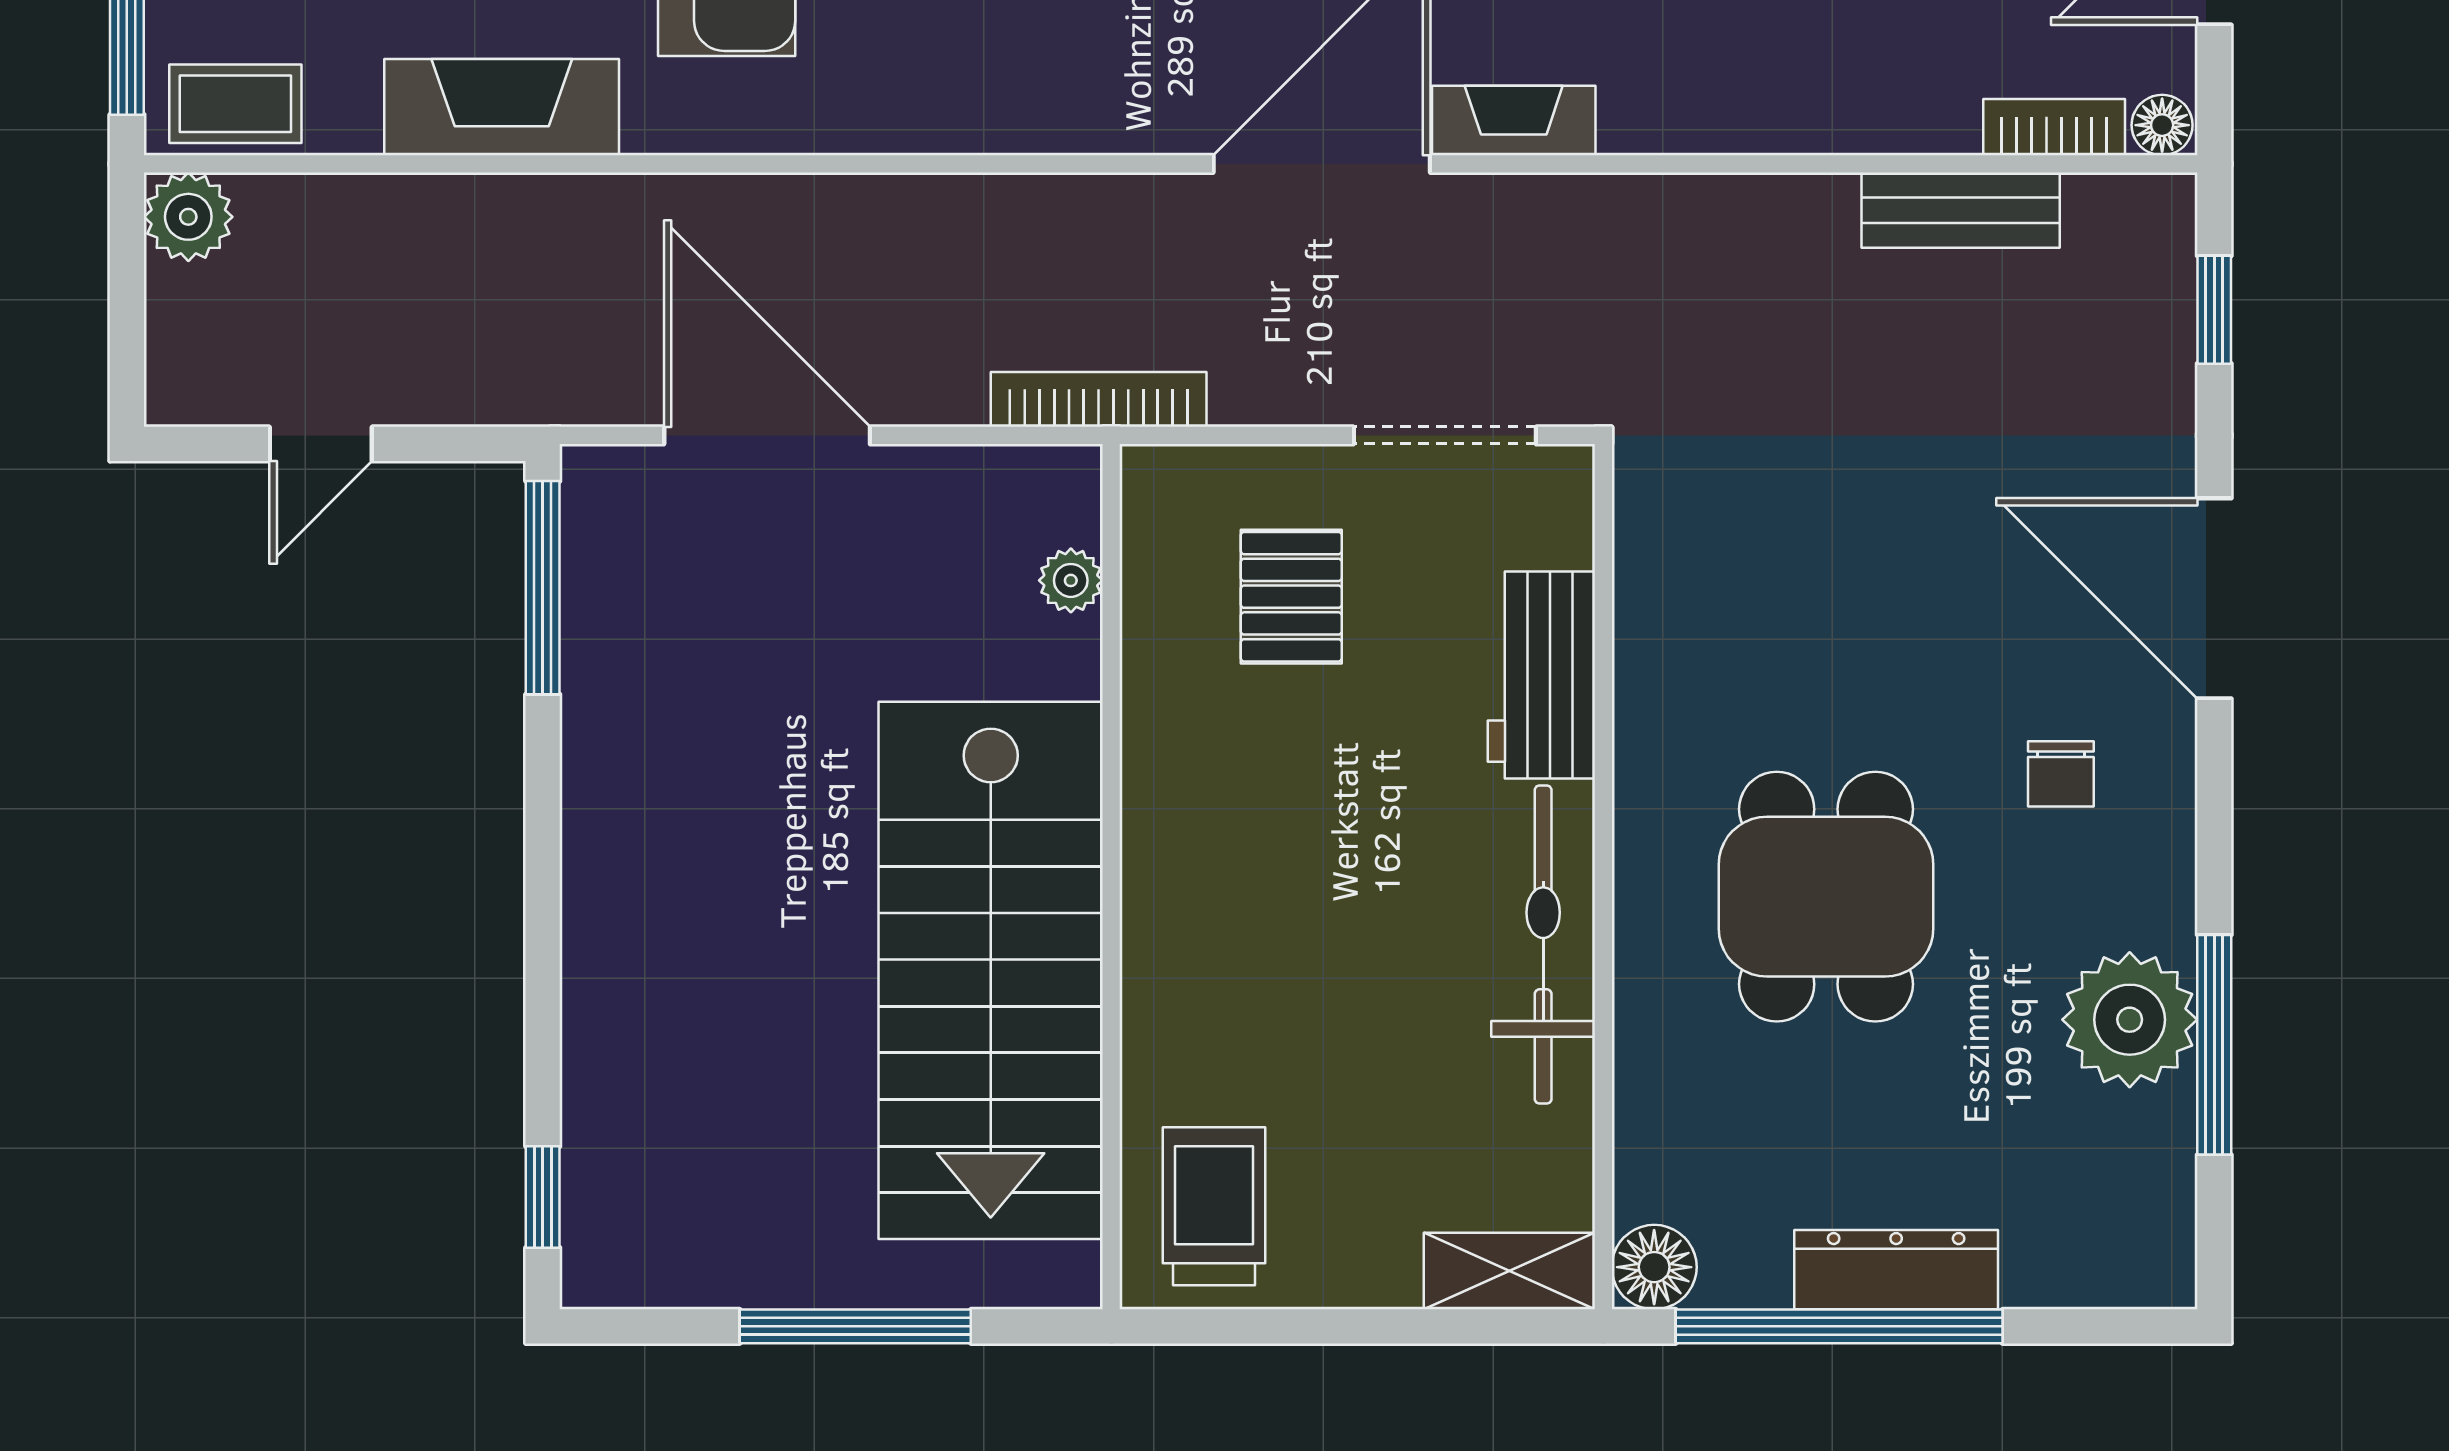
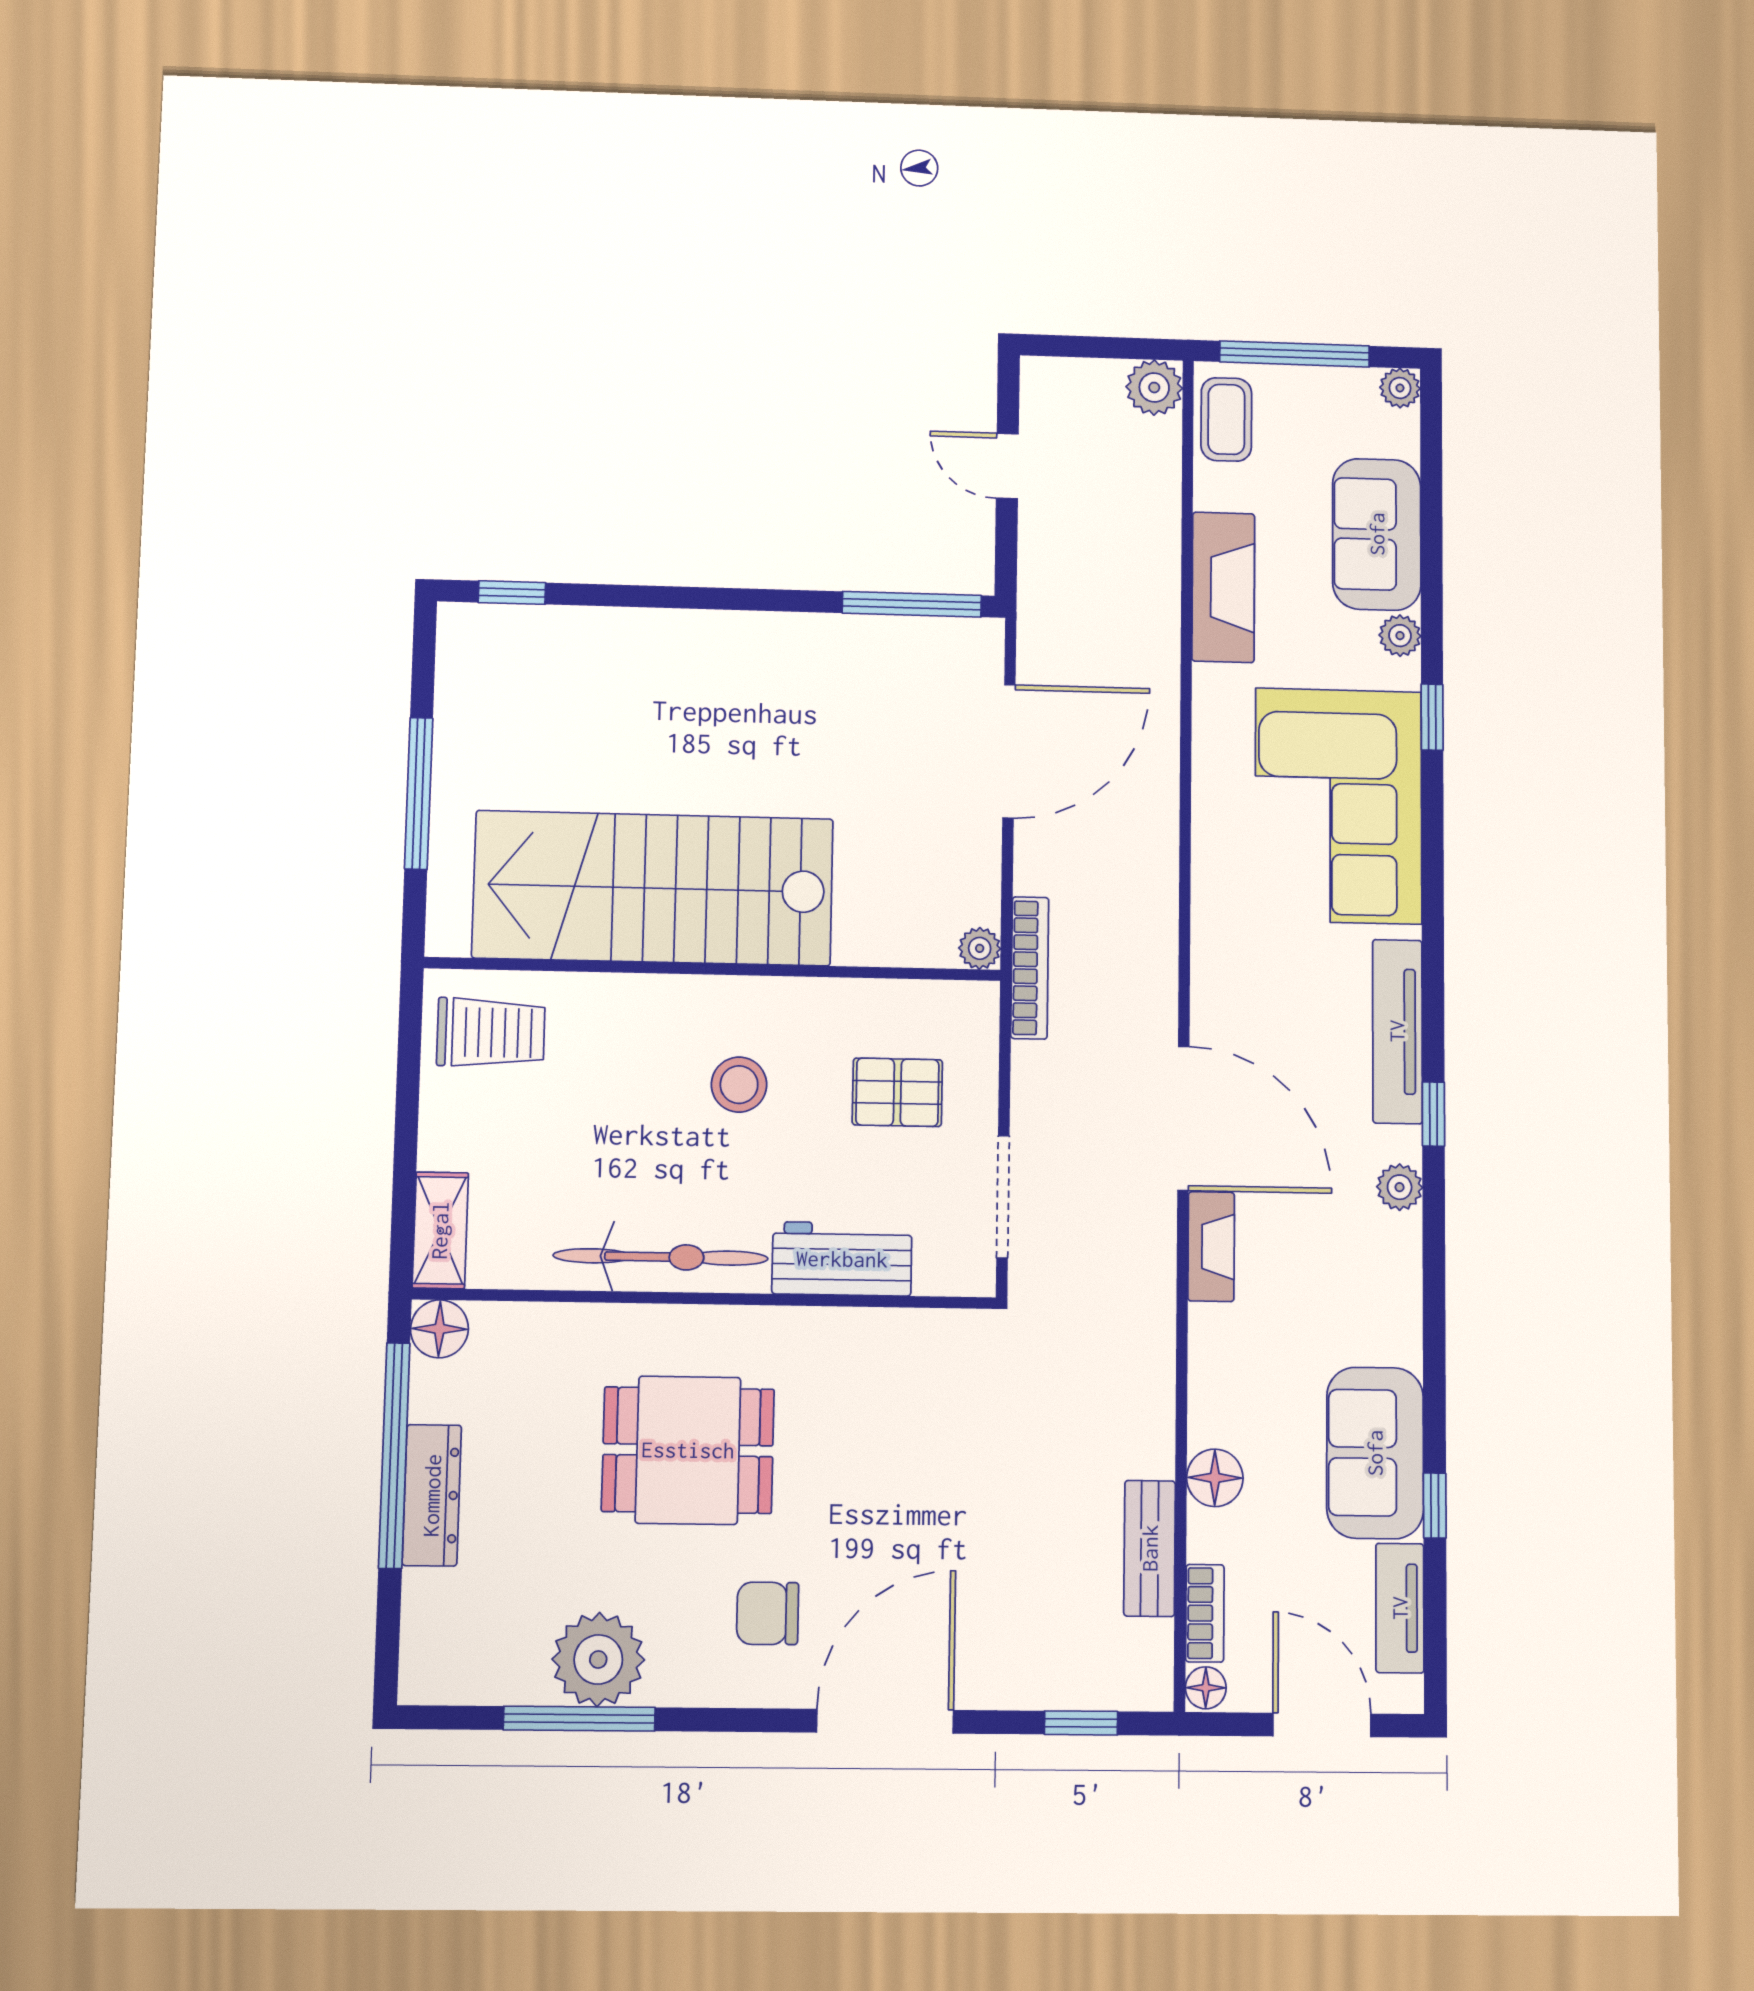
floor lamp: (1856, 113) -> (1215, 1478), added
plant: (1071, 580) -> (980, 948), moved
chair: (2061, 774) -> (768, 1613), width x1.37, depth x1.37
stool: (1284, 834) -> (739, 1085), added

